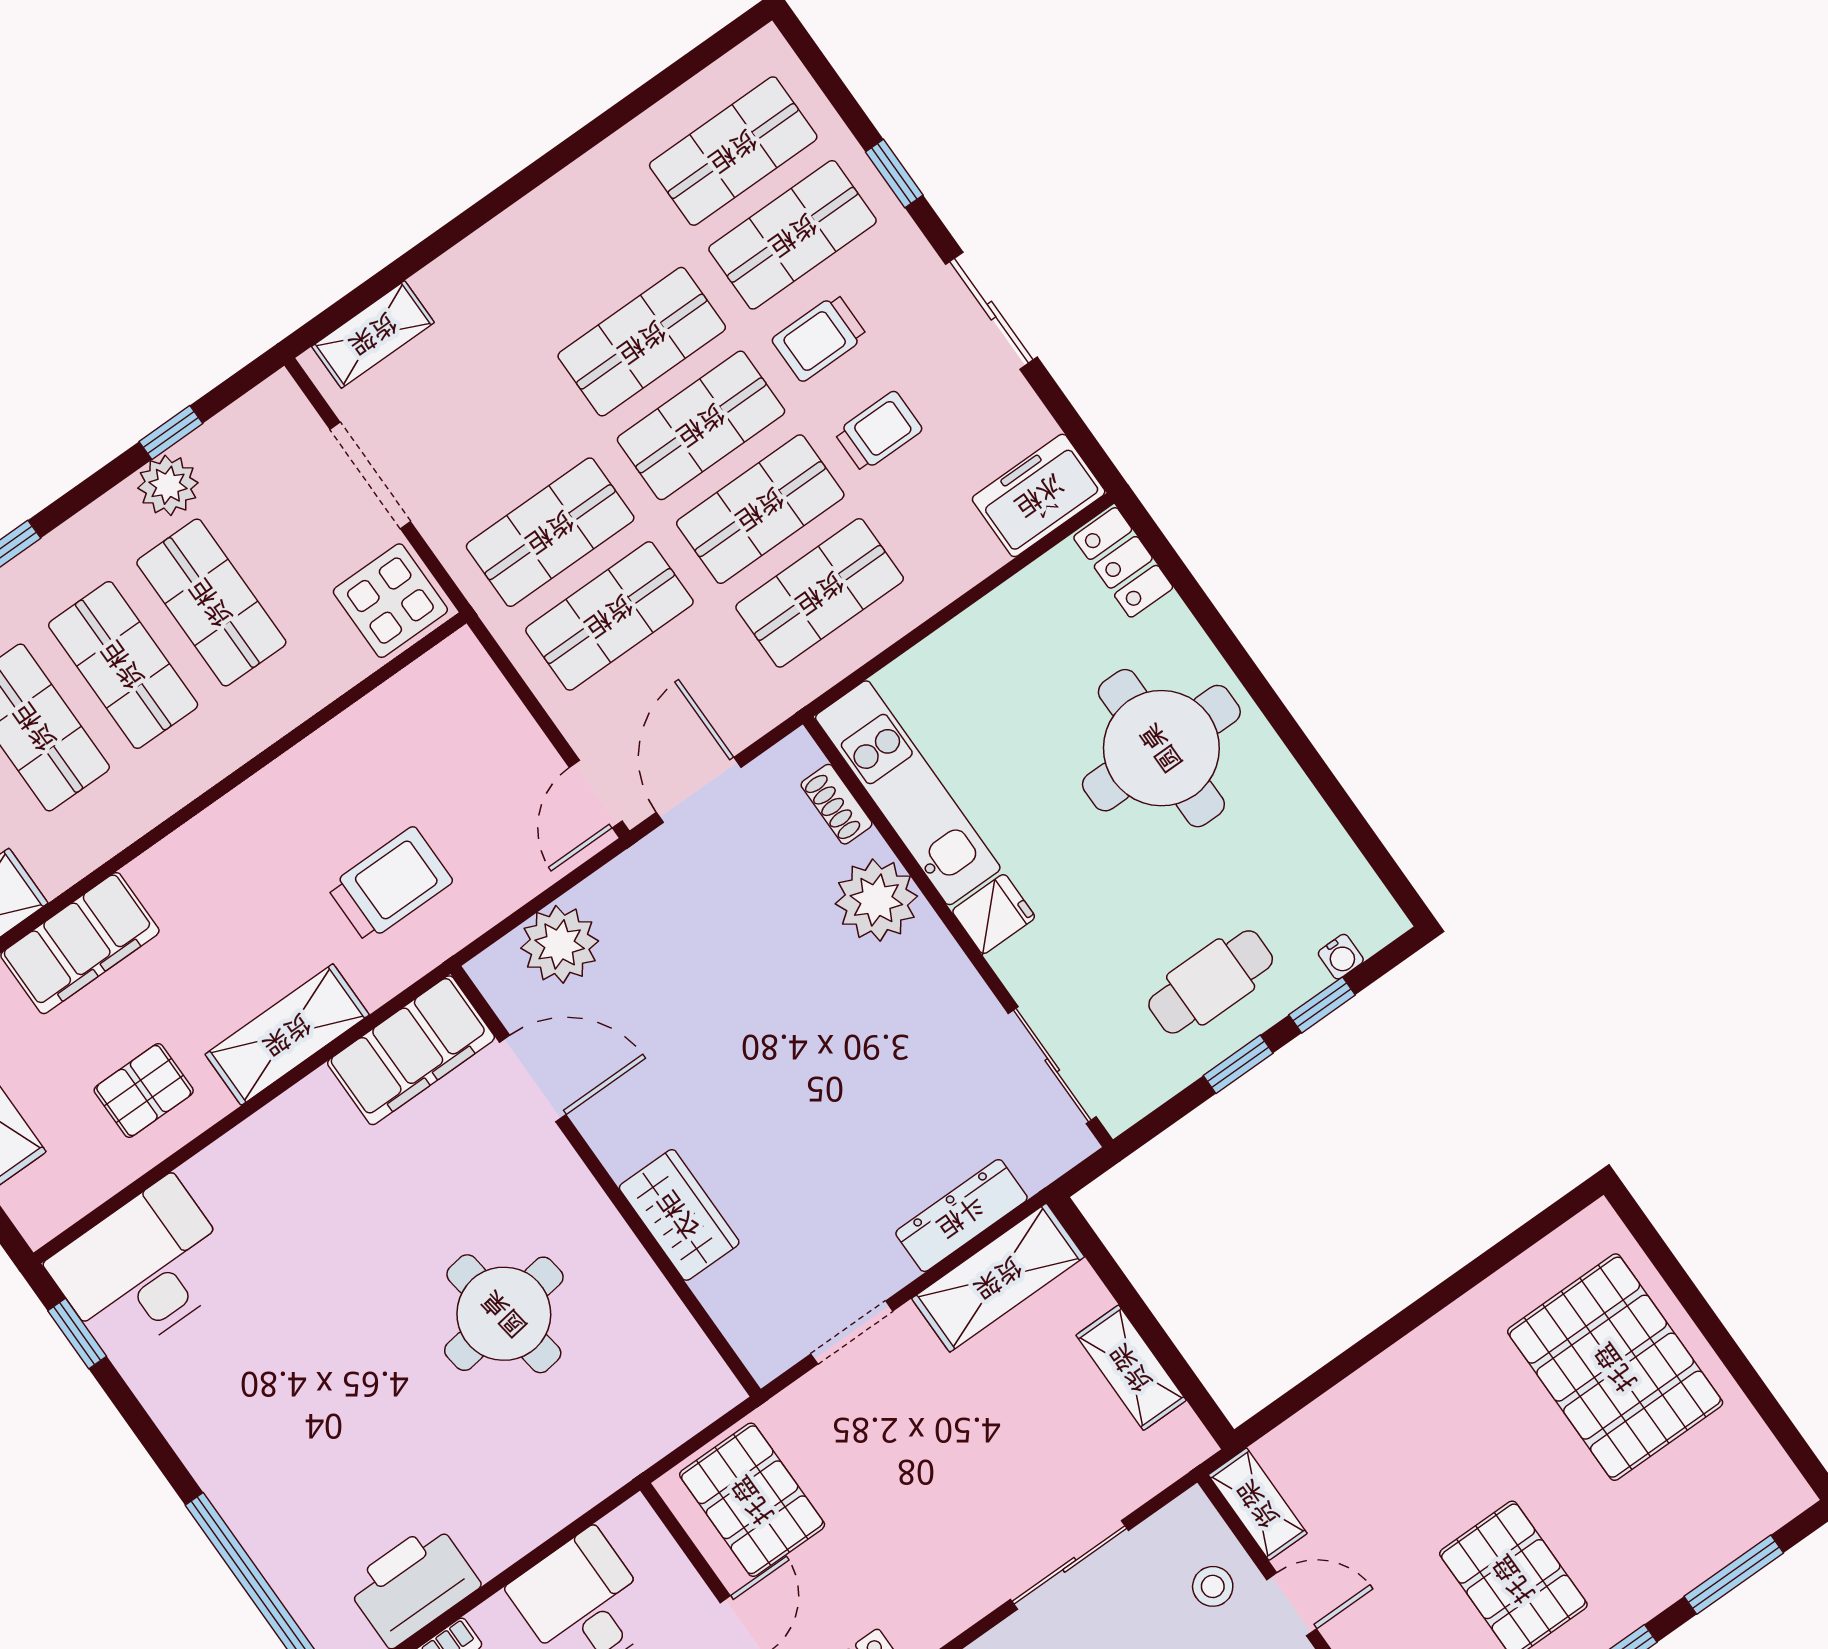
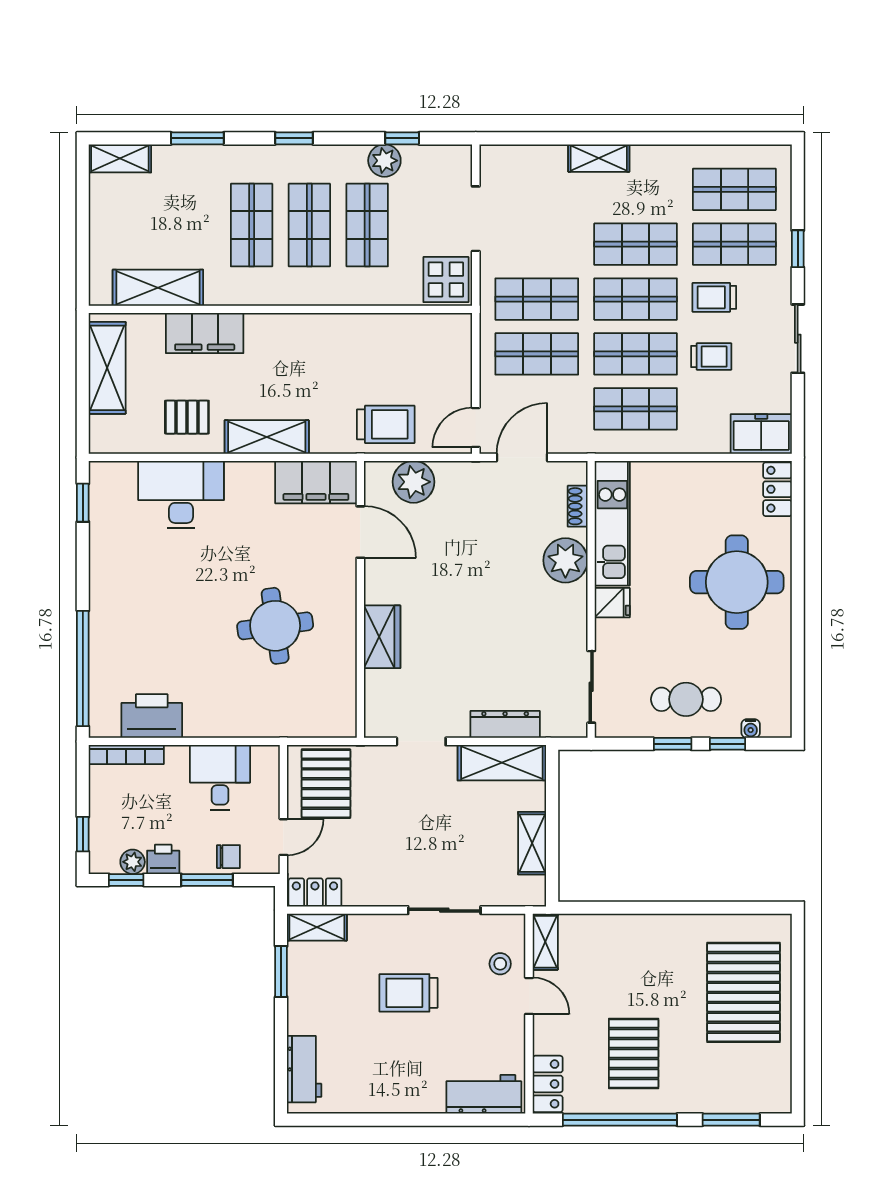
shelving: (373, 334) -> (599, 158), moved
trolley: (390, 884) -> (386, 424), moved
desk: (143, 1269) -> (181, 495), moved

